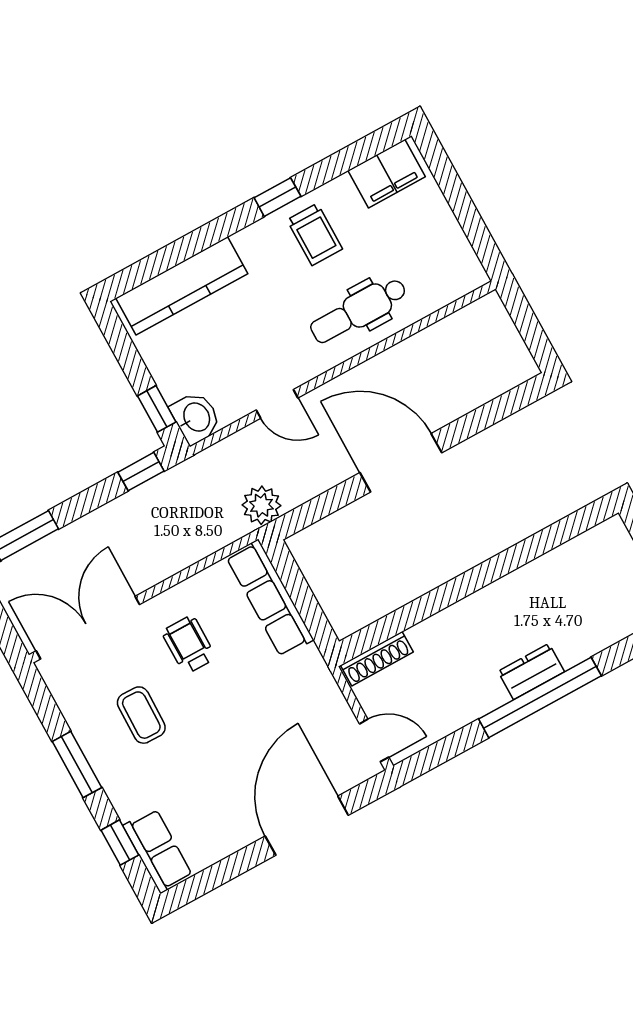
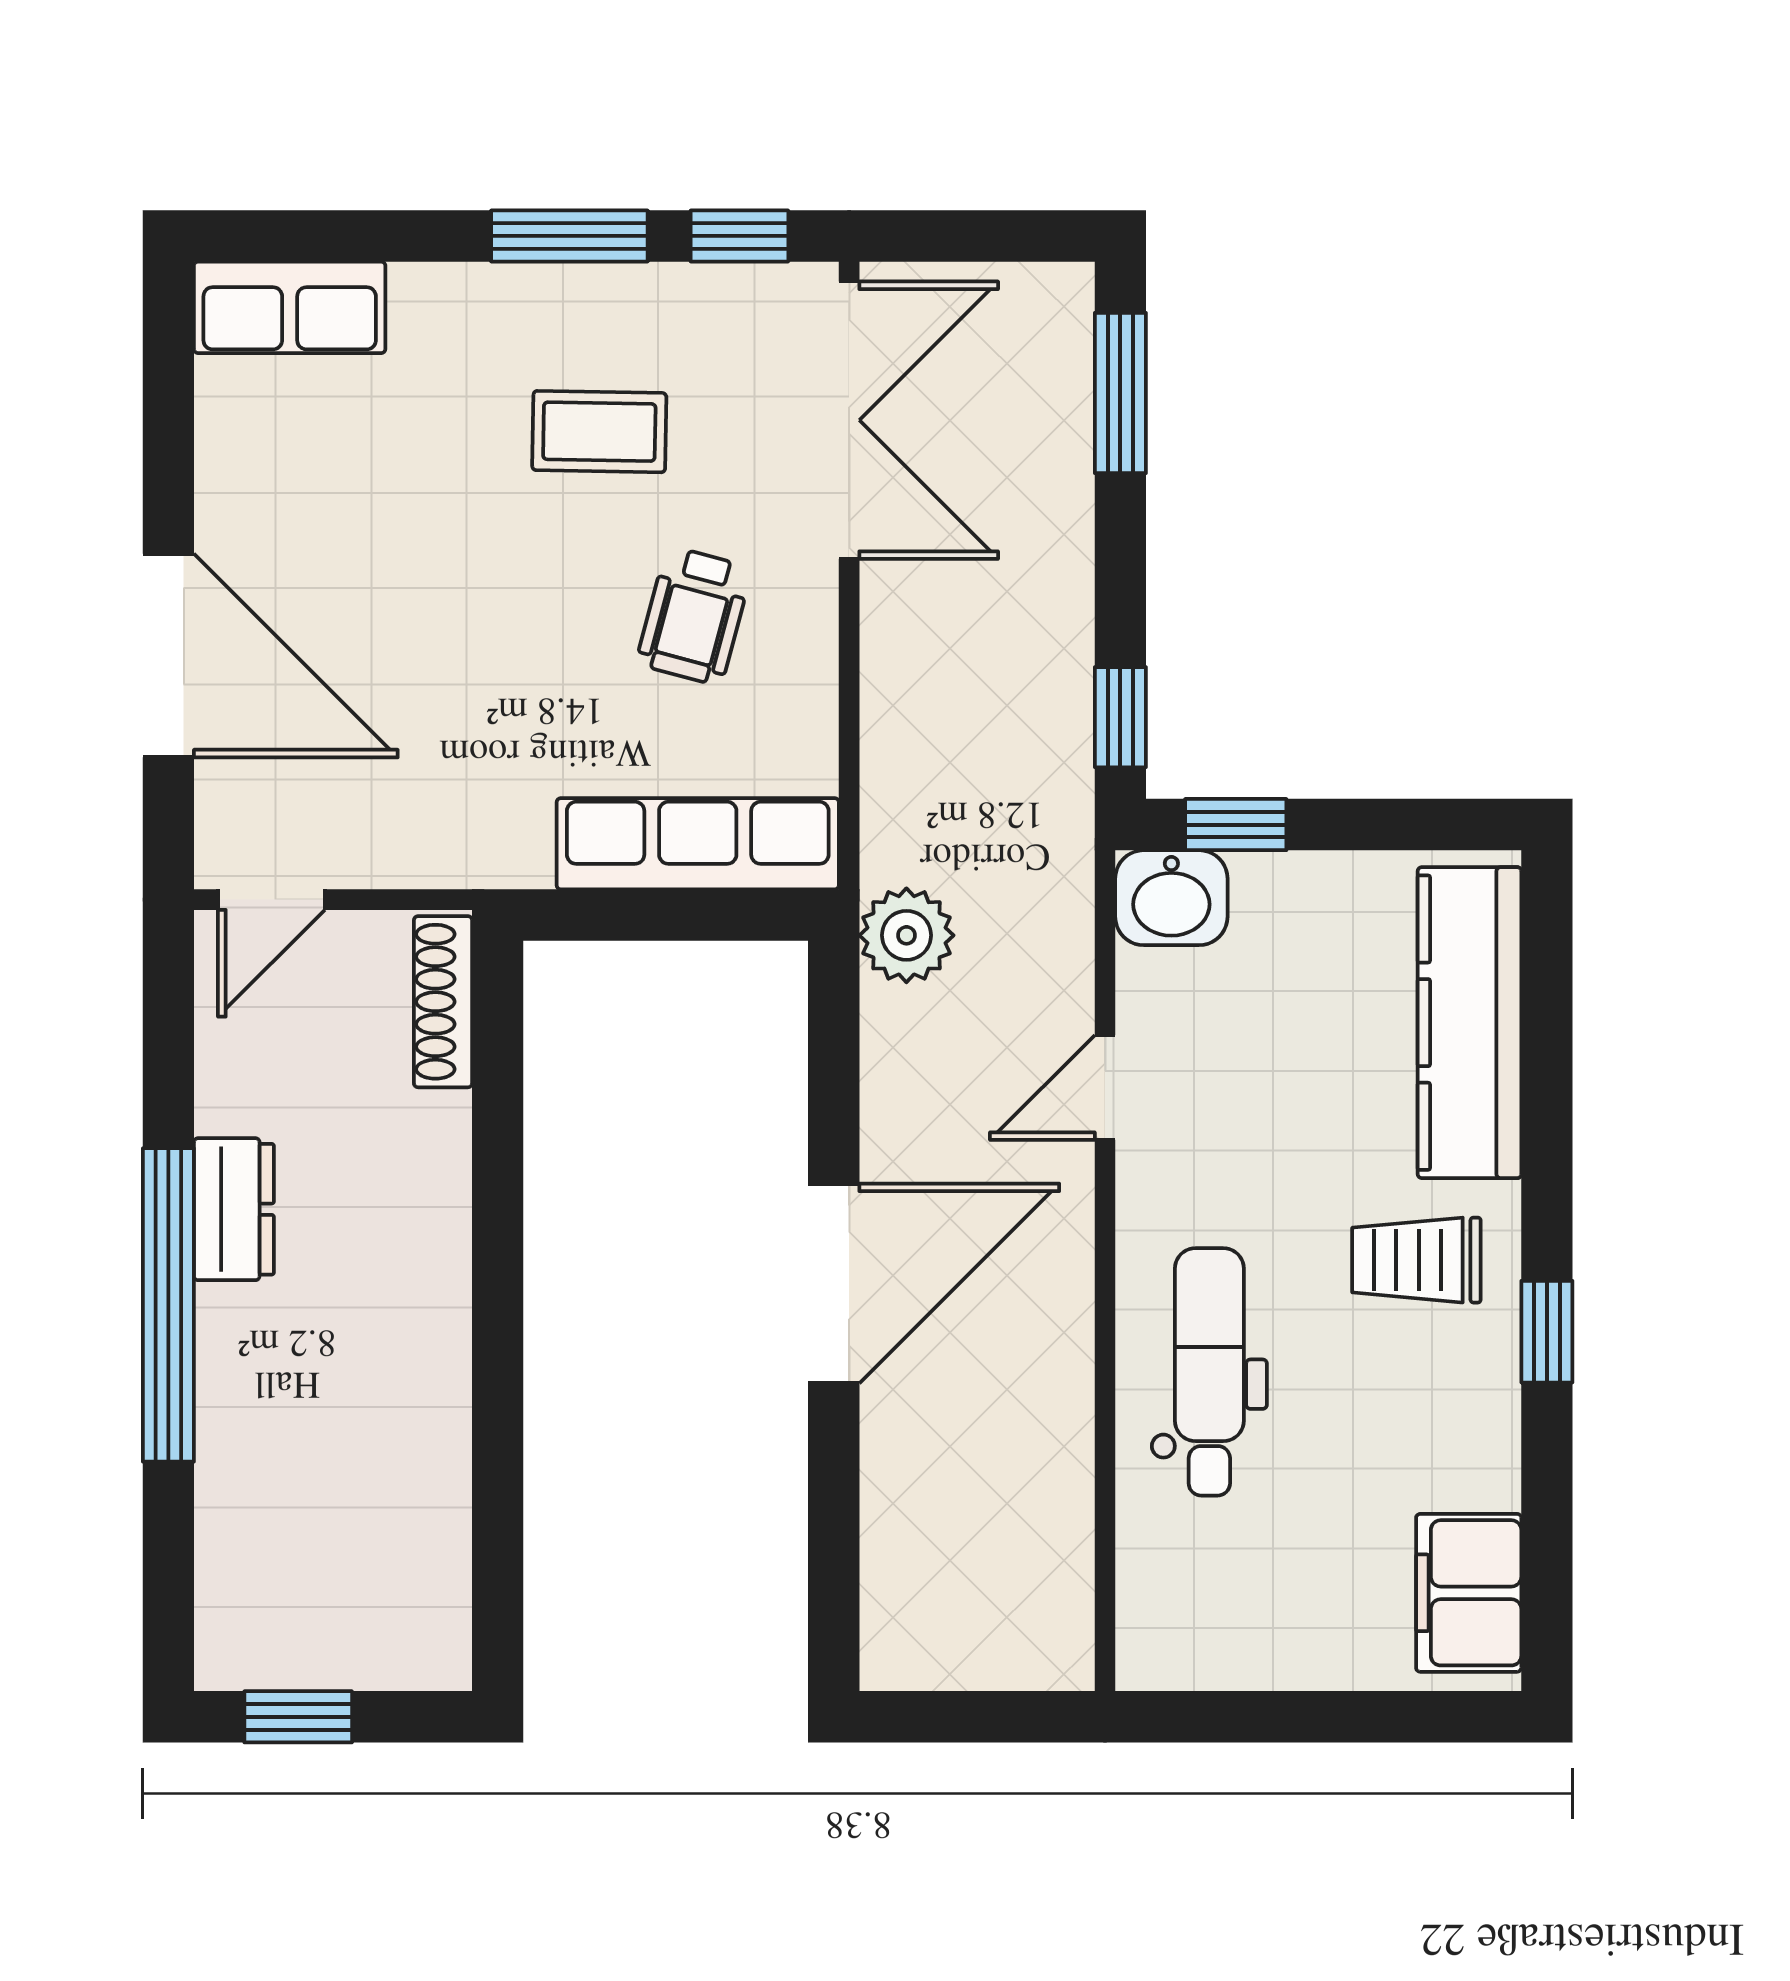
trolley: (315, 234) -> (1416, 1260), moved
wheelchair: (189, 645) -> (694, 616), turned 105
dresser: (531, 672) -> (234, 1209), moved
window: (120, 843) -> (739, 236), moved

